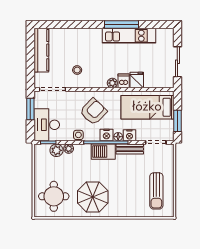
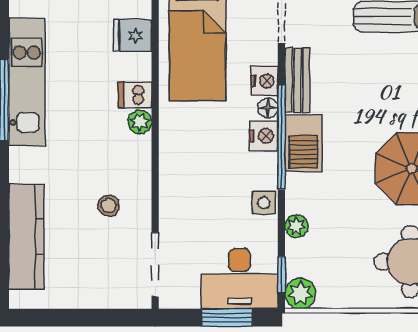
kitchen counter: (41, 50) -> (26, 237), moved, turned 90
fridge: (137, 80) -> (133, 36), moved
window: (30, 109) -> (227, 318), moved
armchair: (93, 112) -> (208, 167), removed
plant: (56, 150) -> (300, 293), moved

